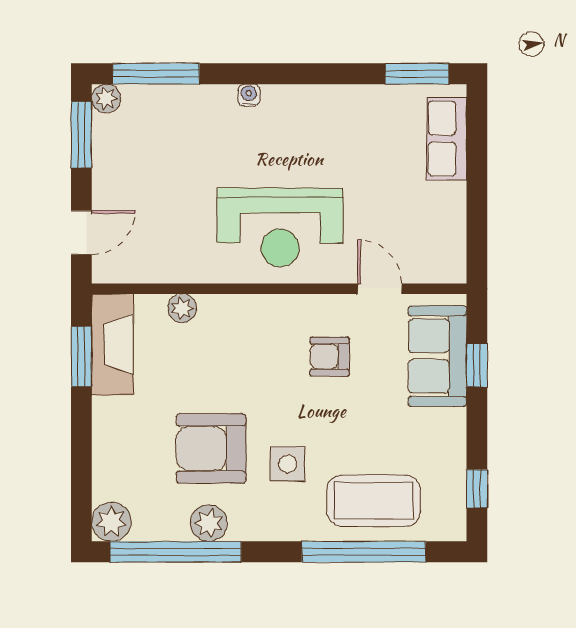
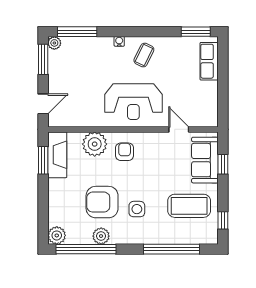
coffee table: (303, 125) -> (144, 55), added
plant: (182, 308) -> (95, 144), width x1.88, depth x1.88
armchair: (330, 357) -> (125, 152), moved, turned 90
coffee table: (374, 501) -> (189, 206), moved

